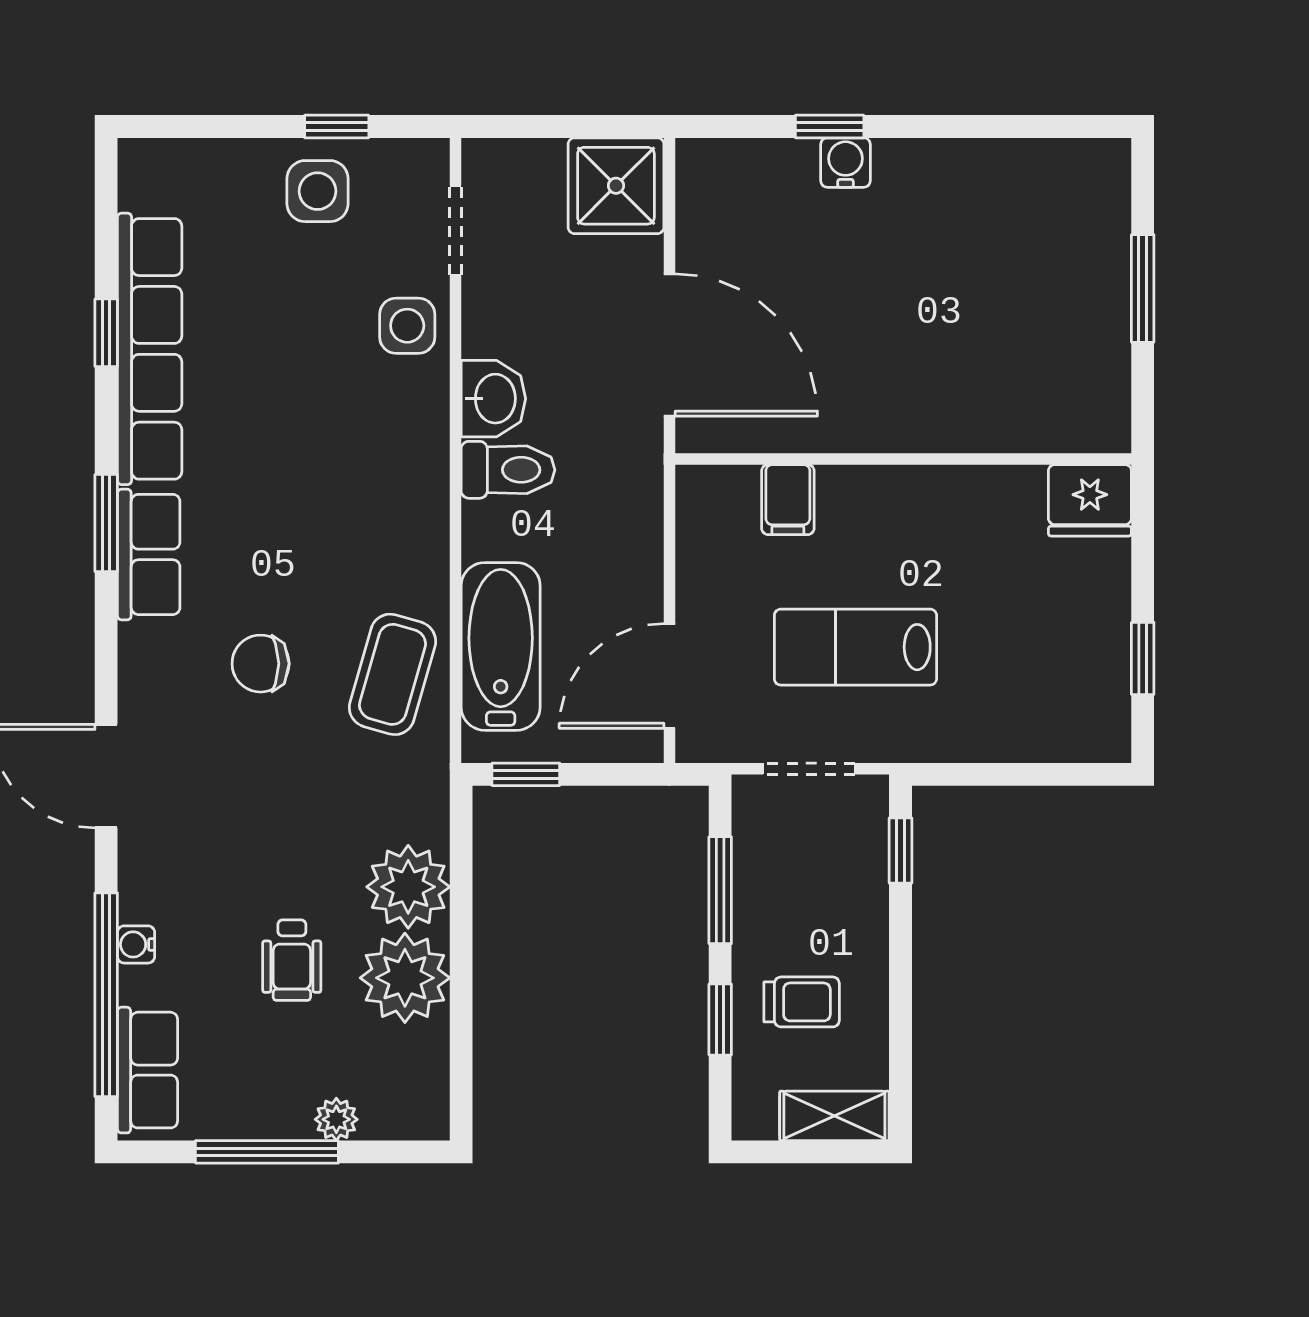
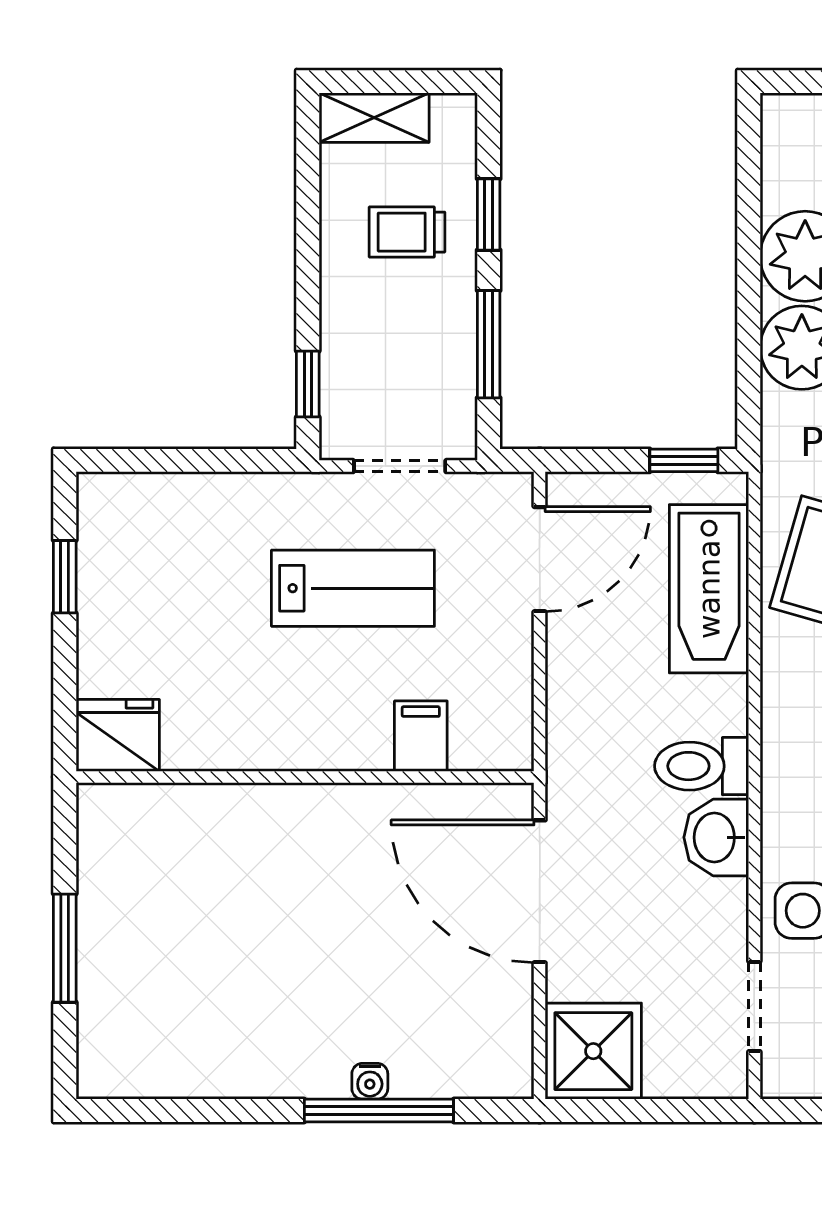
window: (830, 127) -> (379, 1111), width x2.17
water cooler: (846, 163) -> (370, 1081), width x0.72, depth x0.72

